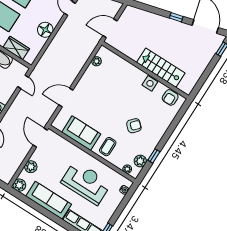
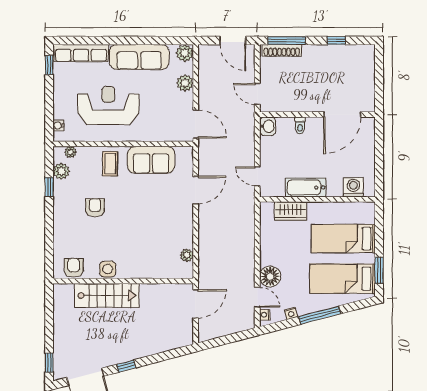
floor lamp: (45, 30) -> (270, 276), moved
armchair: (134, 126) -> (95, 208), turned 137
reception desk: (86, 183) -> (108, 105), turned 180

